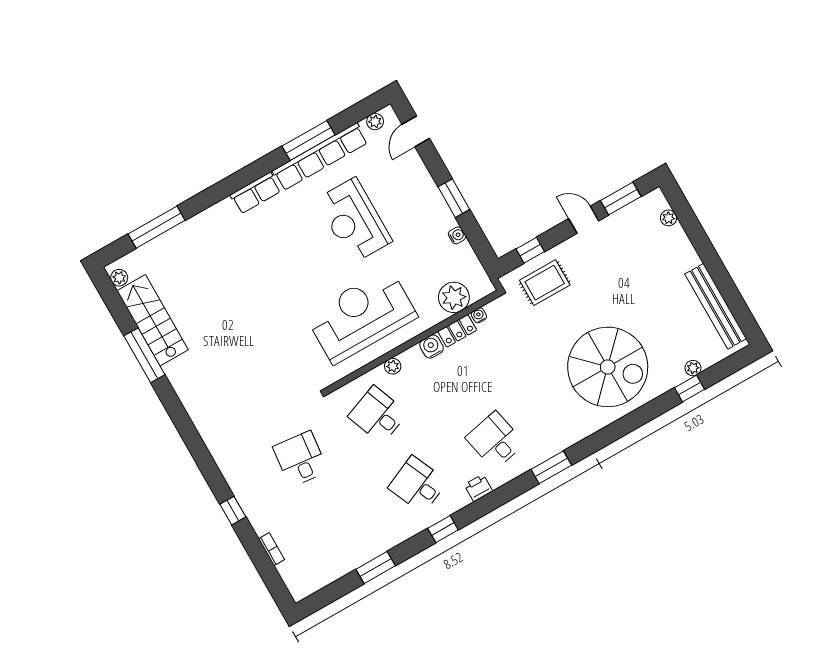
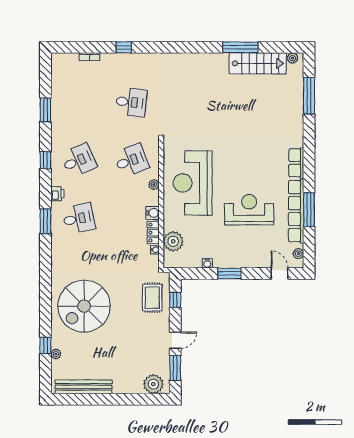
plant: (669, 218) -> (153, 384), width x1.87, depth x1.87
reception desk: (361, 316) -> (193, 183), turned 180
window: (551, 467) -> (45, 221), moved

